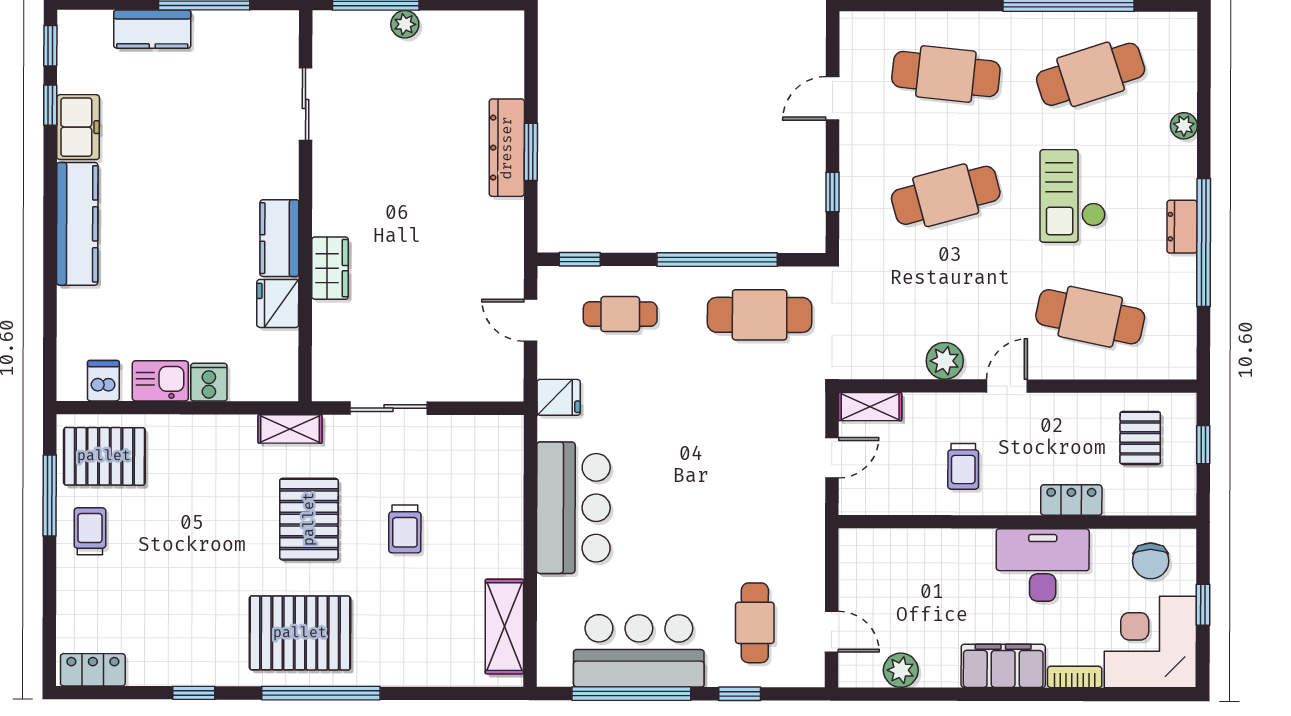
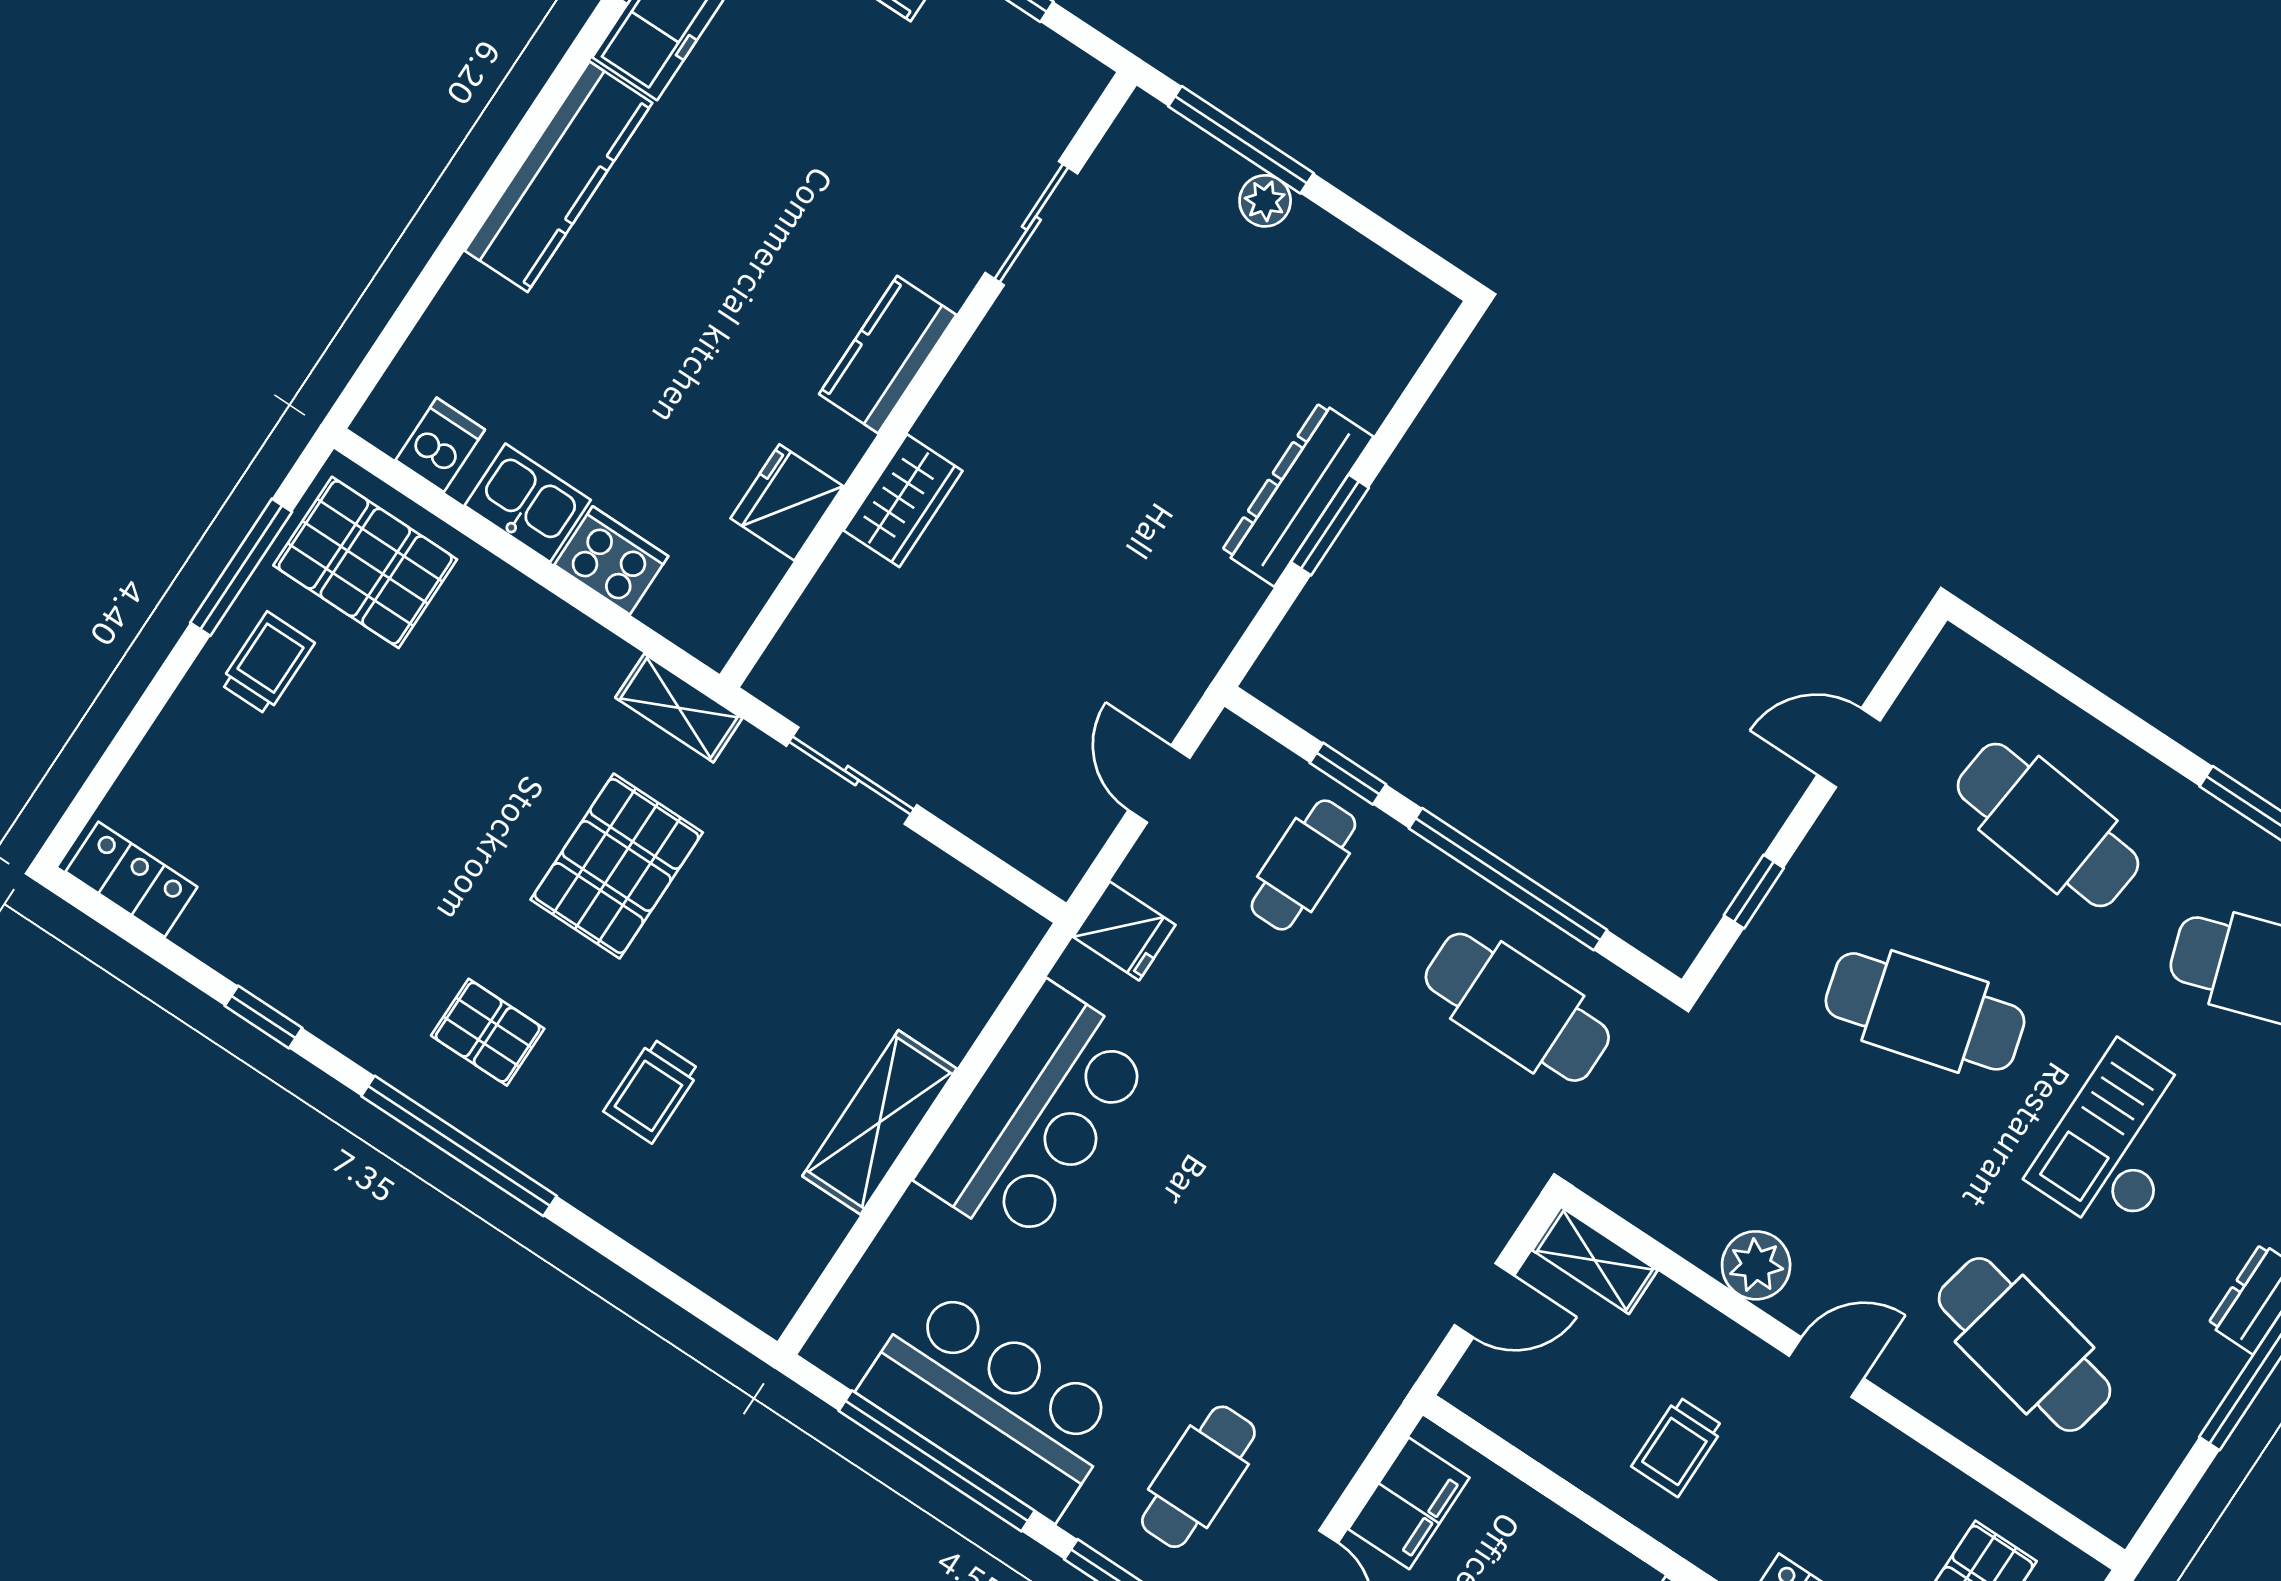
kitchen counter: (279, 238) -> (888, 355), moved
window: (580, 259) -> (1348, 774), moved
cafe table: (620, 314) -> (1303, 865), turned 90
cooker: (209, 382) -> (611, 560), width x1.36
trolley: (405, 529) -> (652, 1091), moved
filing cabinet: (858, 572) -> (1409, 1503), added
shelving: (504, 627) -> (880, 1122), moved
pallet: (300, 633) -> (488, 1032), width x0.49, depth x0.50

